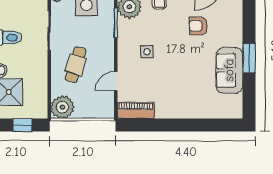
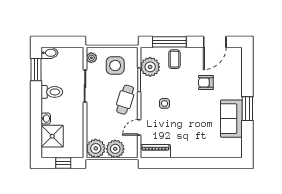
cafe table: (76, 65) -> (125, 100), moved
plant: (86, 108) -> (115, 149), added

